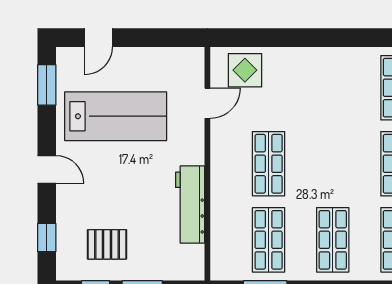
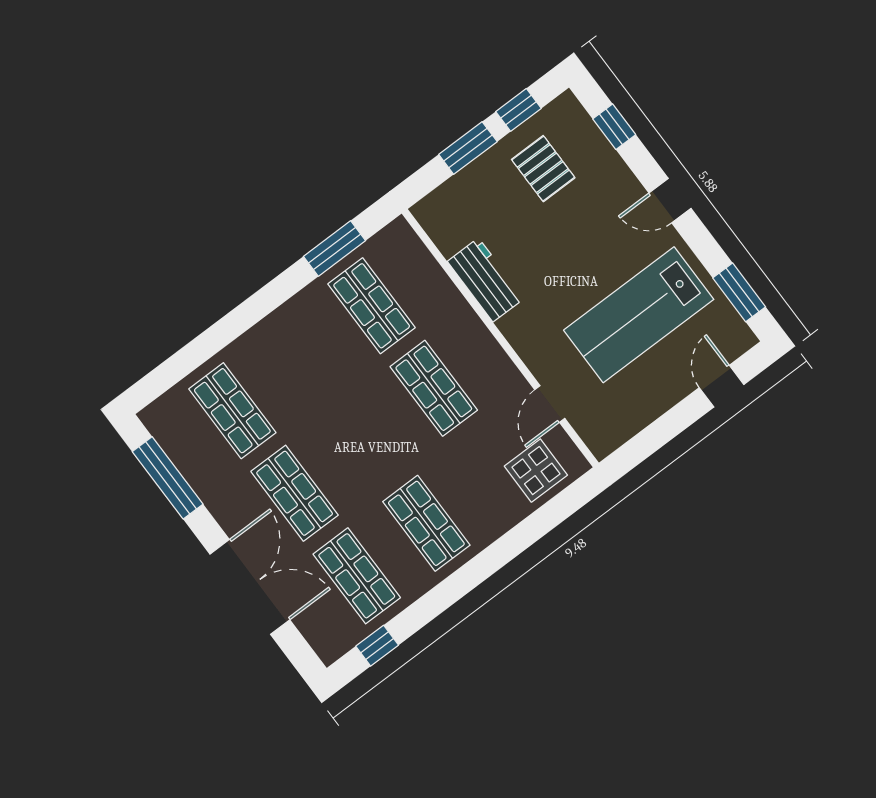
workbench: (190, 204) -> (486, 280), width x0.73
shop shelf: (333, 240) -> (426, 523), moved
pallet: (107, 244) -> (543, 169), turned 90

